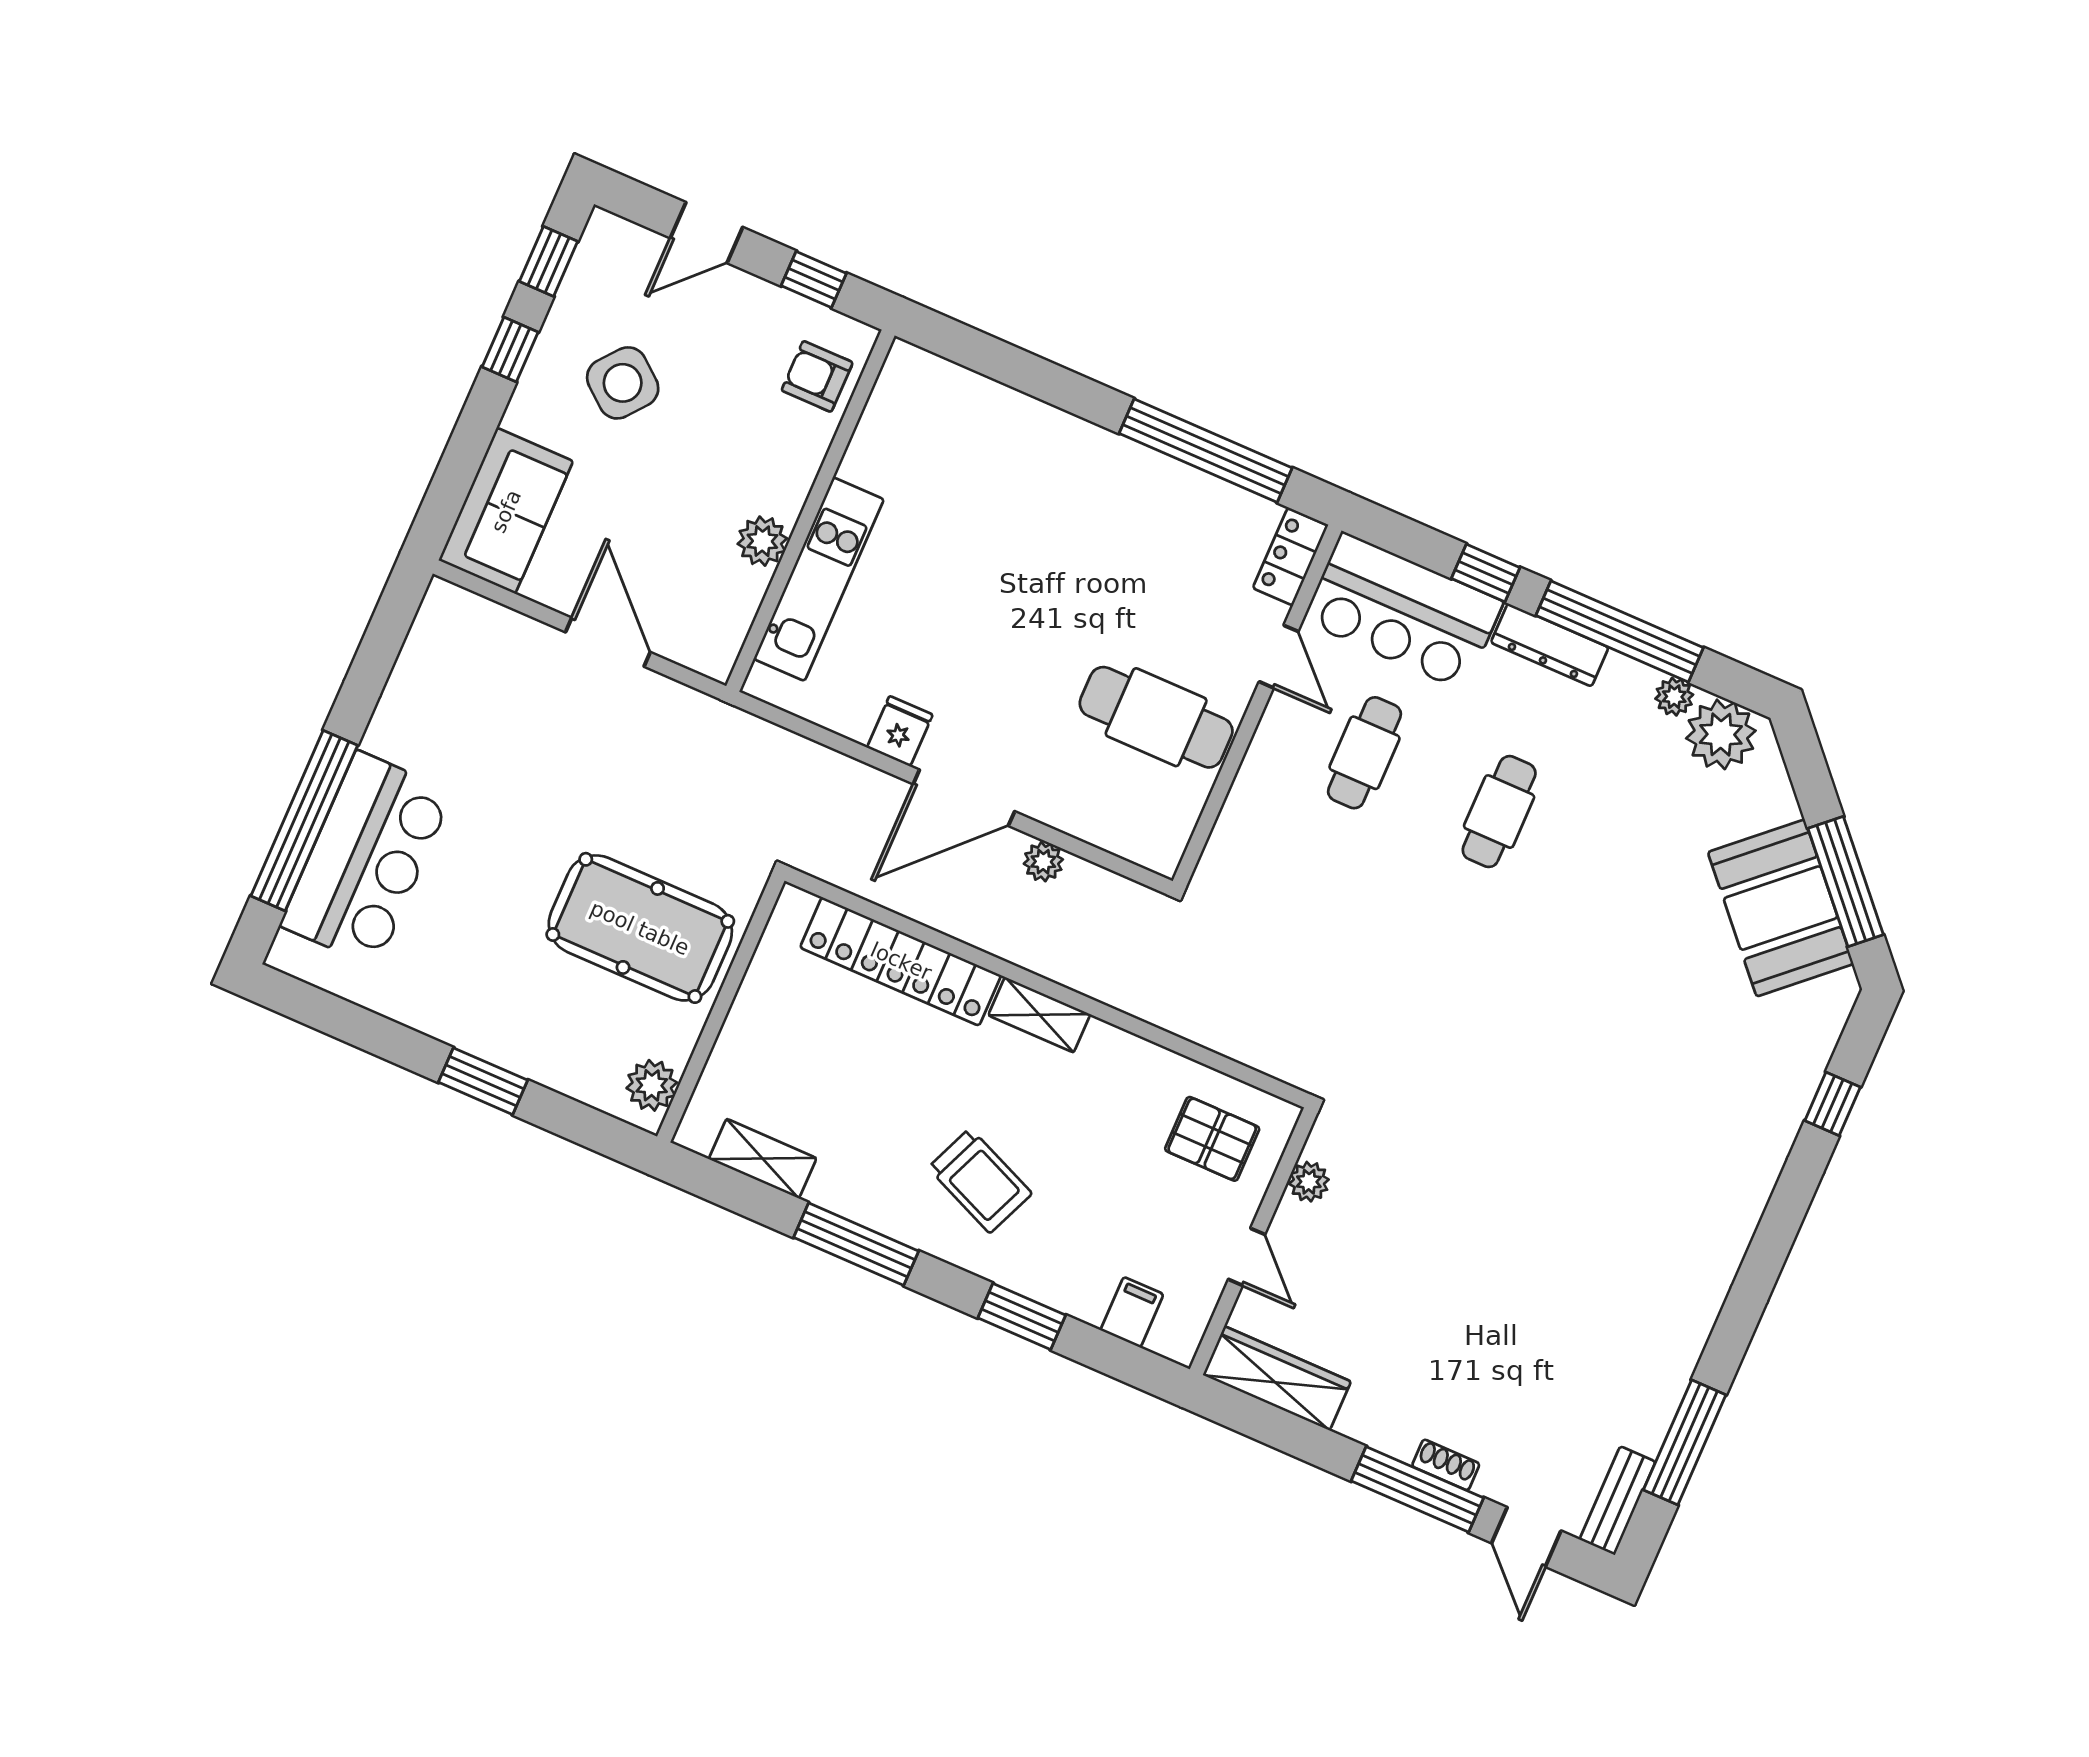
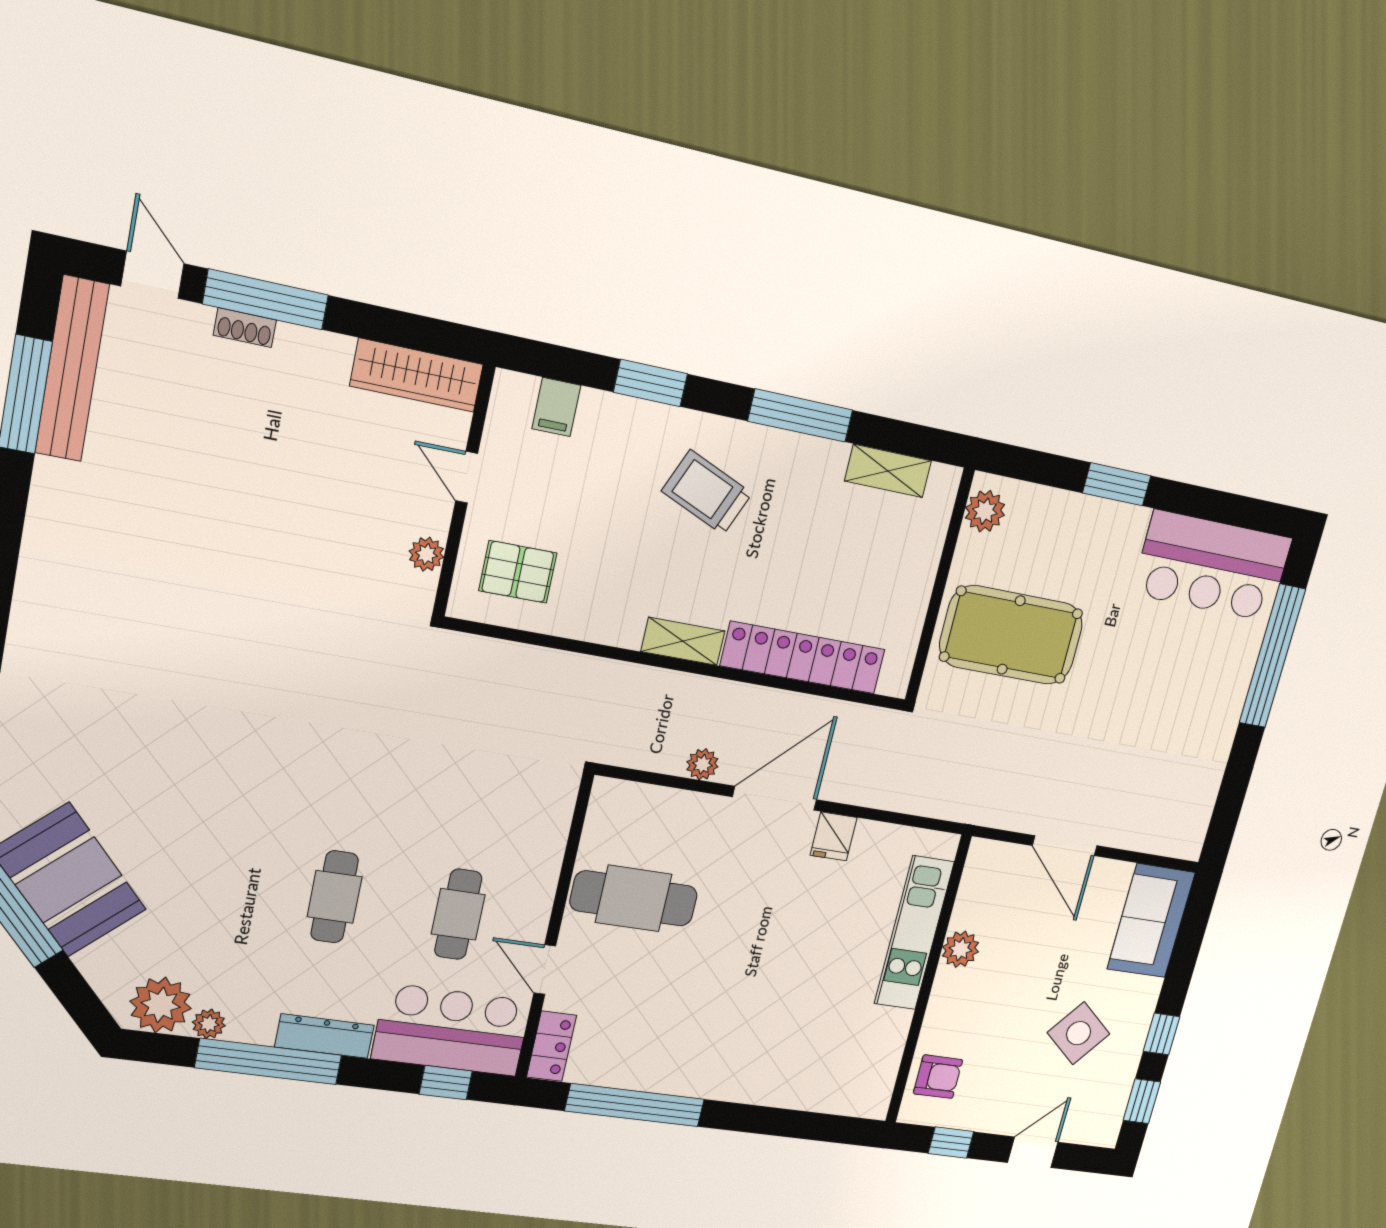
window: (1486, 573) -> (446, 1083), moved
bar counter: (366, 859) -> (1212, 566), moved, turned -90
bench: (1617, 1501) -> (72, 369), width x1.86, depth x1.21

